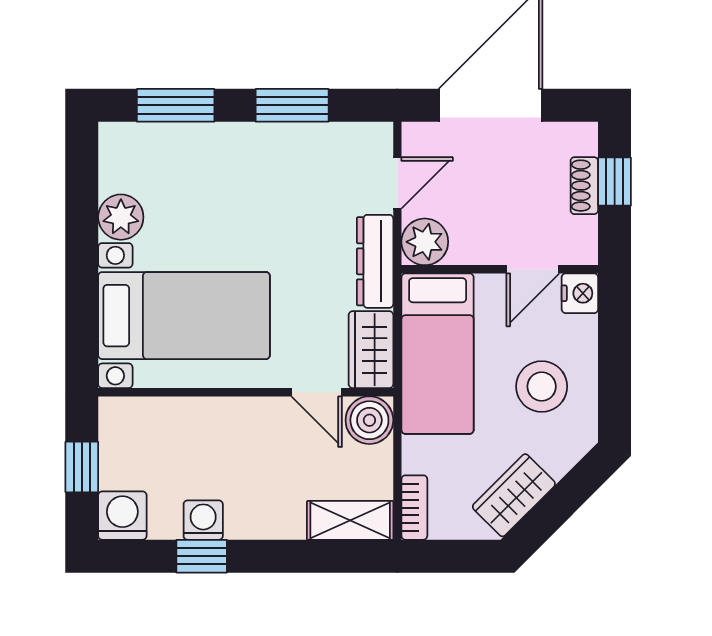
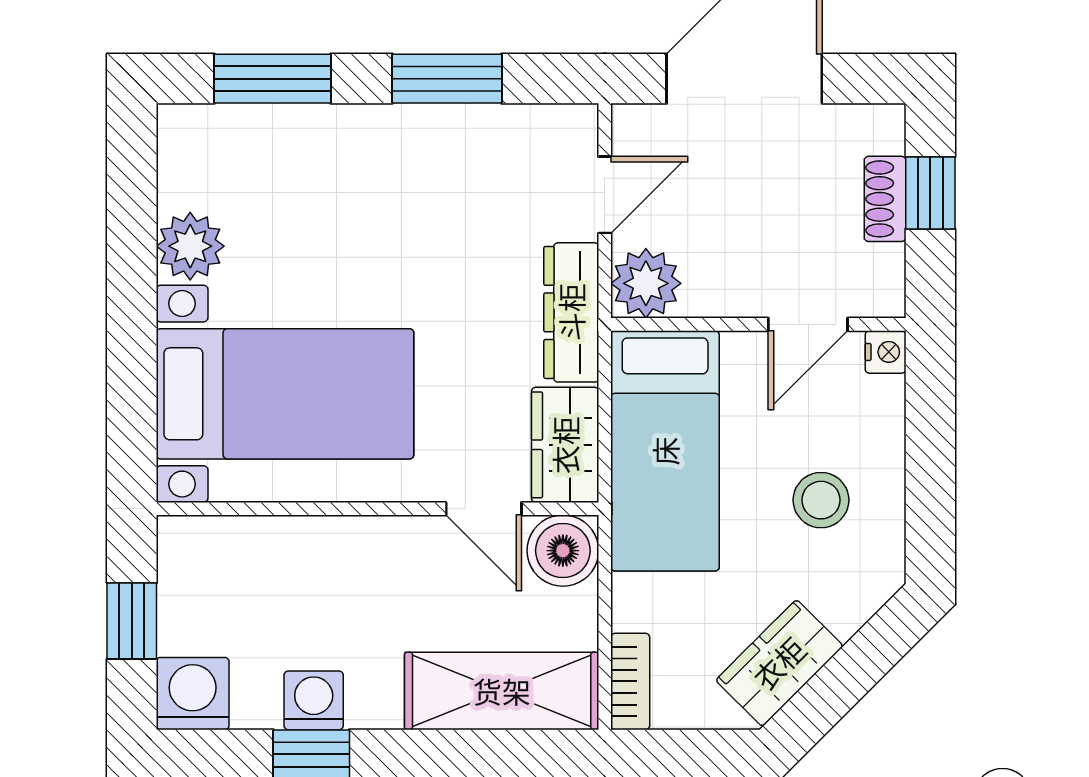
nightstand: (580, 293) -> (886, 352), width x0.72, depth x0.74
stool: (542, 386) -> (821, 500), width x0.73, depth x0.73
shelving: (350, 520) -> (502, 691), width x1.50, depth x1.33

